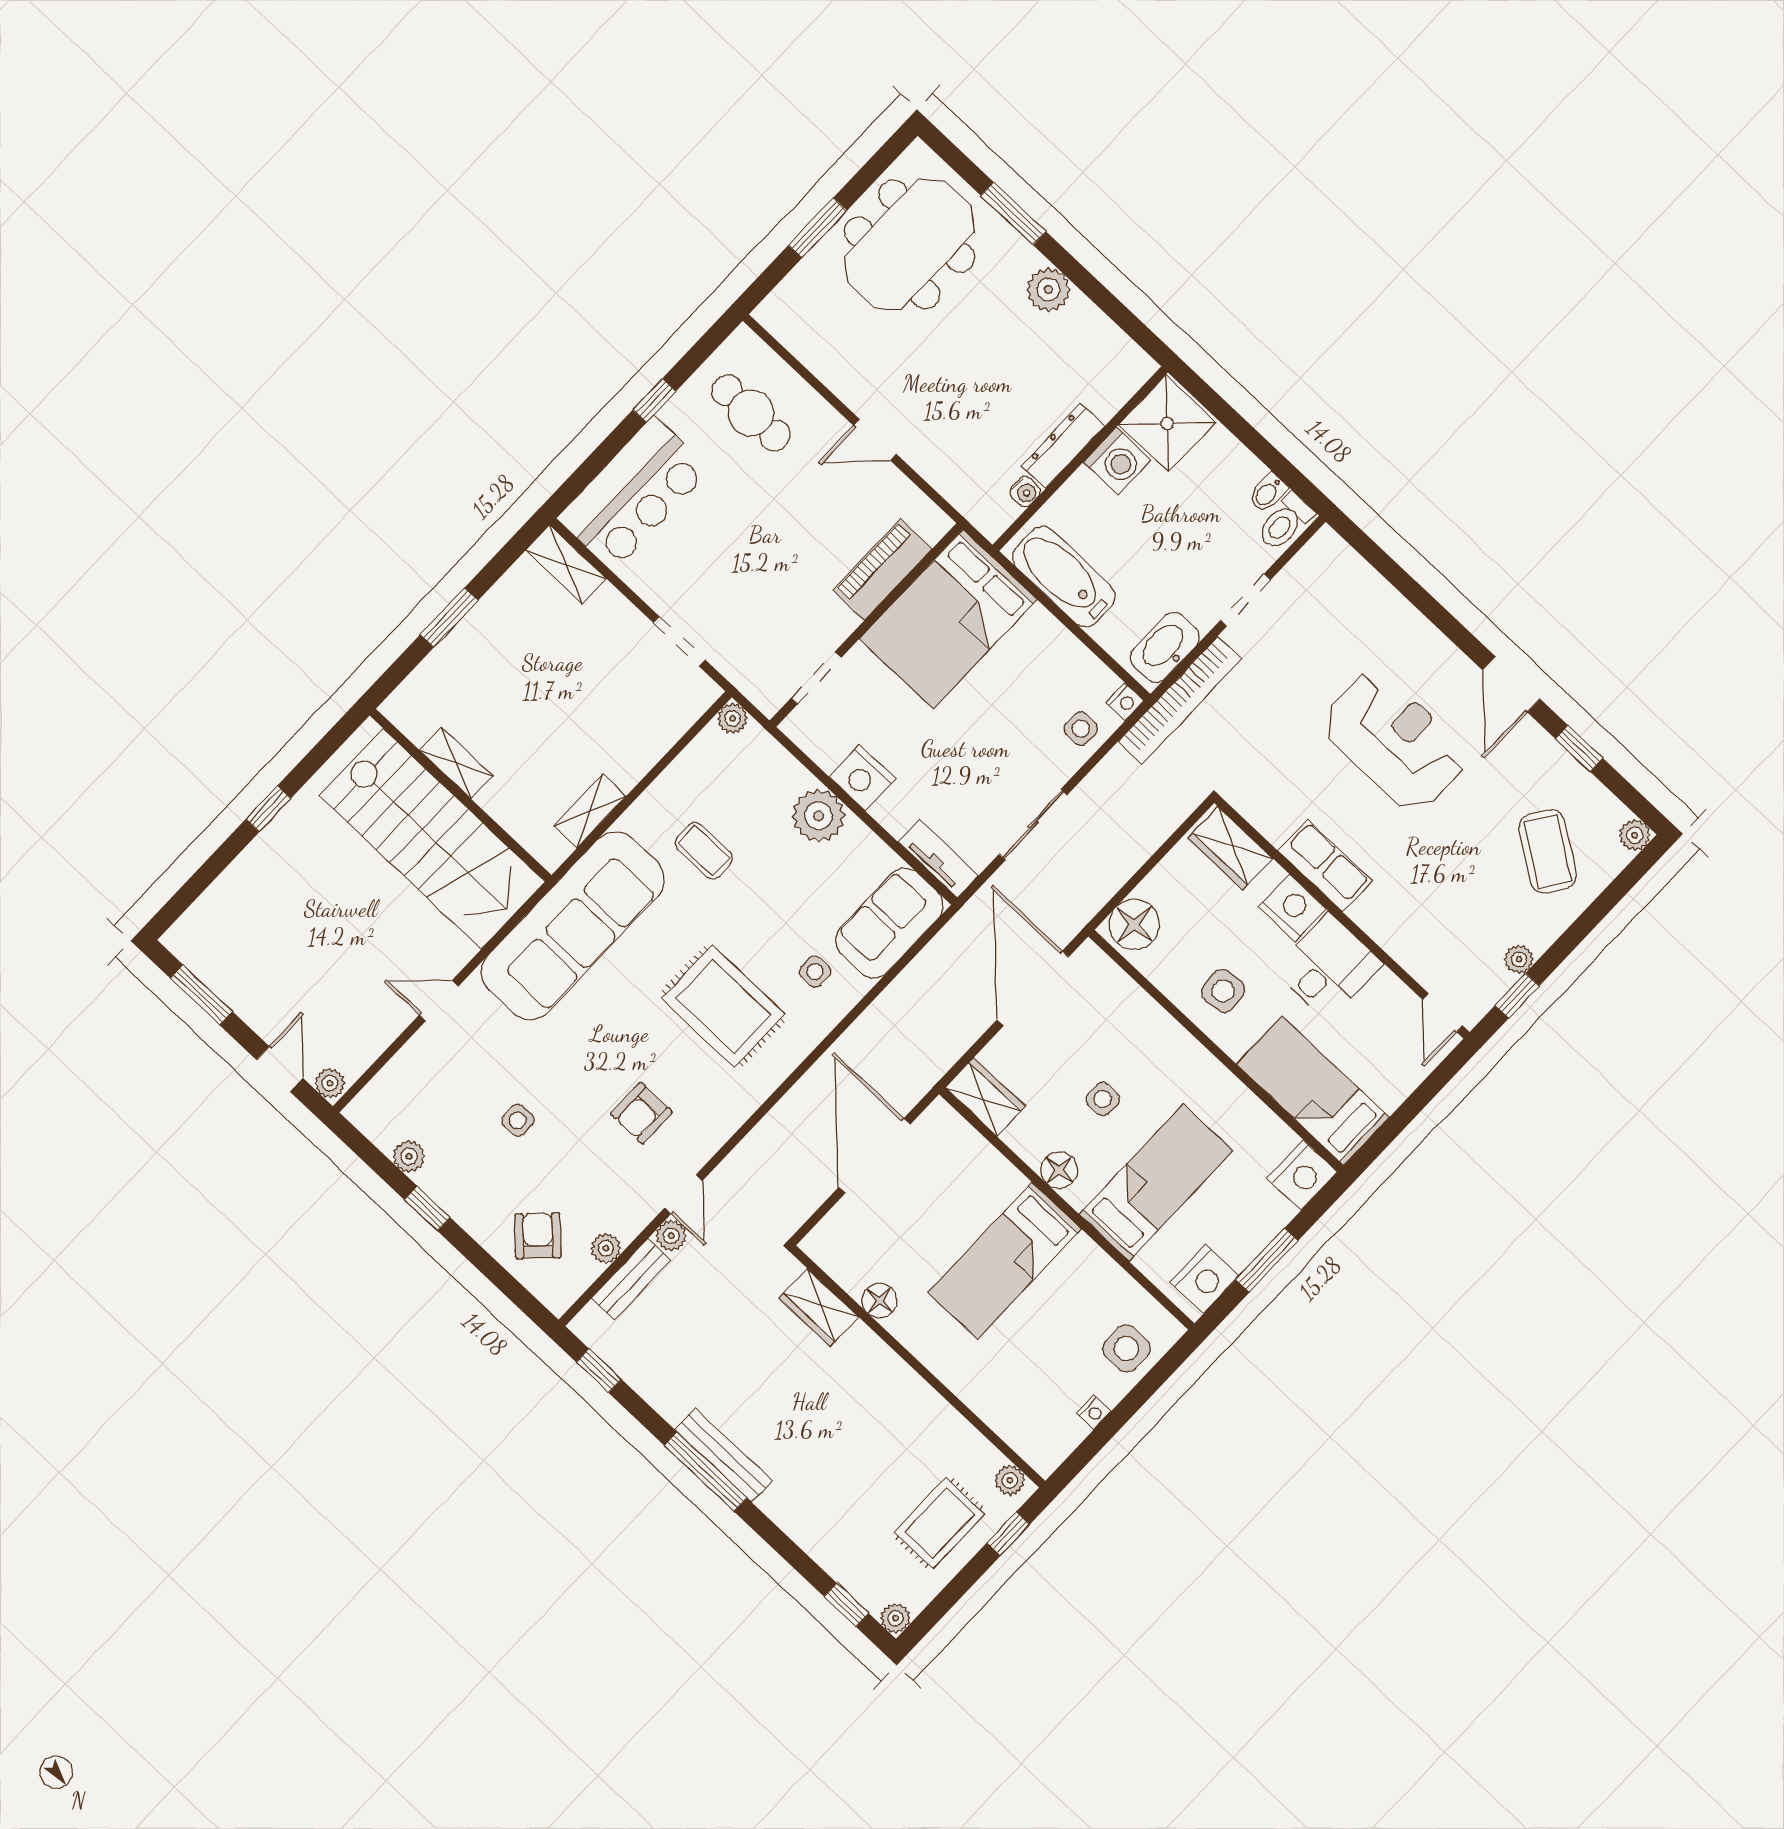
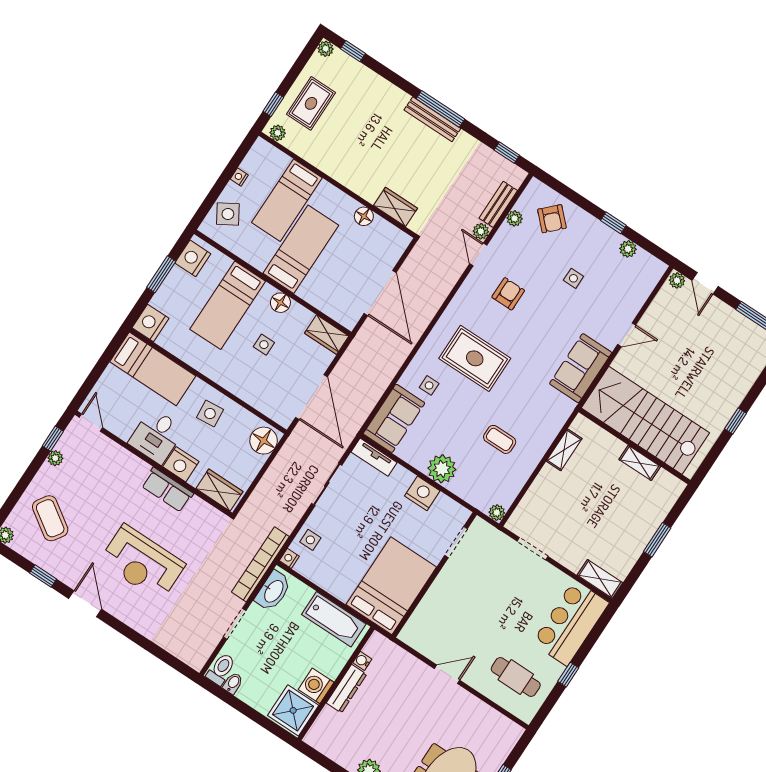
piano: (882, 570) -> (431, 606), removed
sofa: (573, 926) -> (581, 368), width x0.54, depth x0.79
side table: (1126, 1348) -> (228, 214), turned -31
bed: (1015, 1355) -> (287, 200), added

